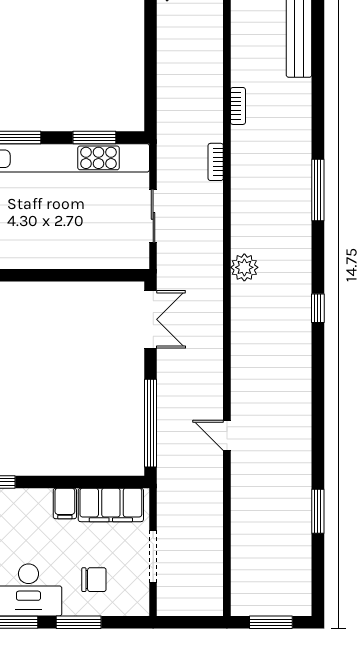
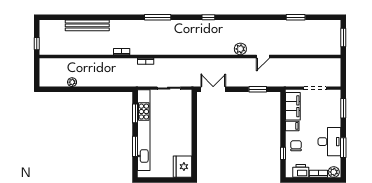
plant: (244, 267) -> (240, 49), moved
window: (151, 423) -> (258, 89), width x0.47
chair: (94, 580) -> (296, 146), moved
window: (79, 622) -> (343, 108), moved

